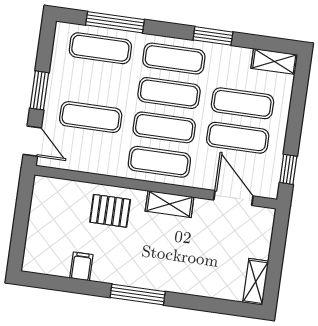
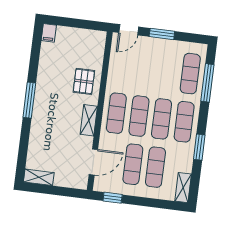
exercise mat: (91, 117) -> (145, 68), removed
filing cabinet: (81, 266) -> (49, 33), moved, turned 90

